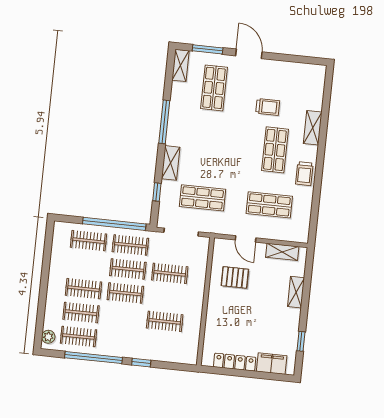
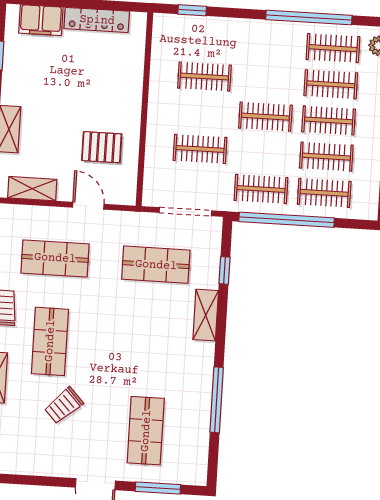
shelving: (180, 65) -> (197, 462), removed
trolley: (268, 107) -> (64, 406), turned -43
window: (164, 122) -> (217, 400), moved
clothes rail: (128, 269) -> (326, 157), moved
window: (141, 363) -> (192, 10), moved

